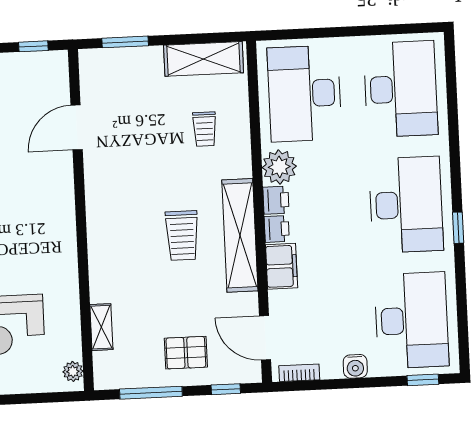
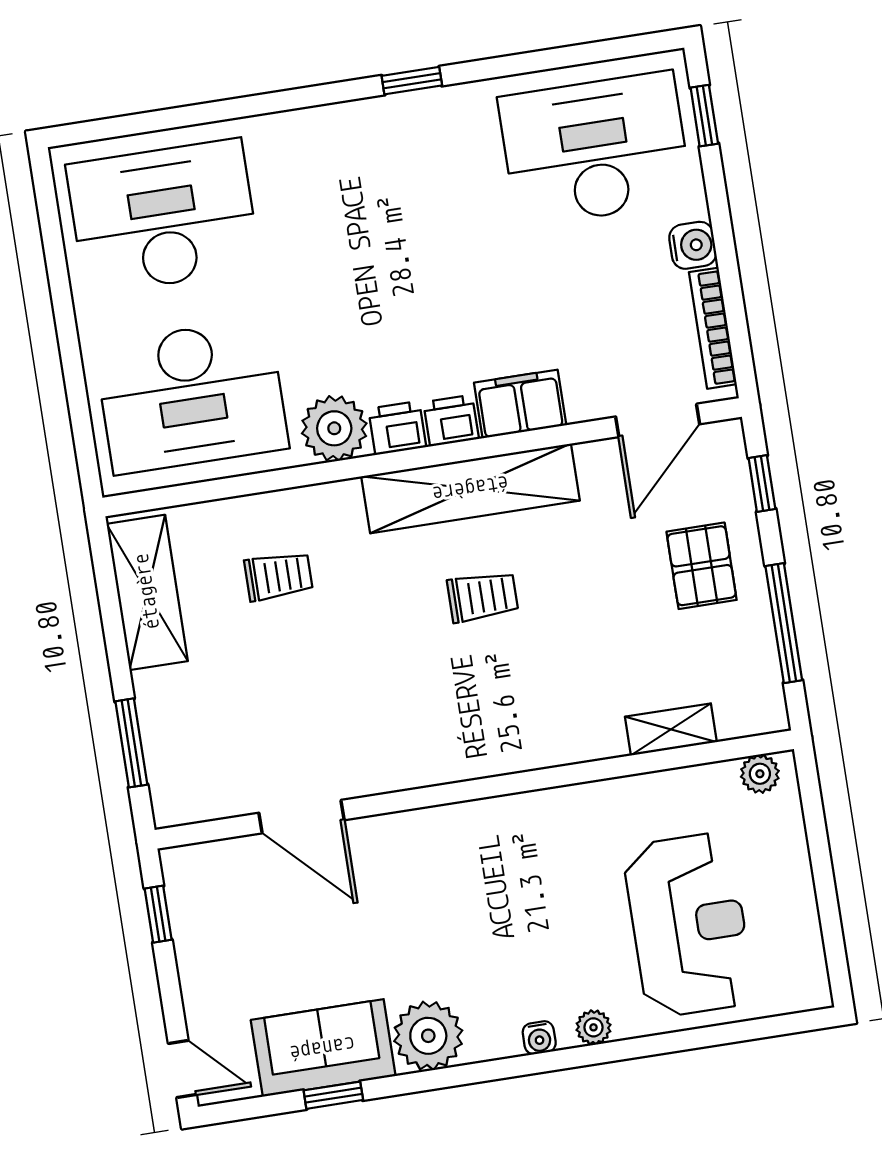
desk: (406, 205) -> (379, 183), removed
trolley: (182, 236) -> (483, 597), width x0.73, depth x0.72
bookcase: (299, 373) -> (713, 328), width x1.56

